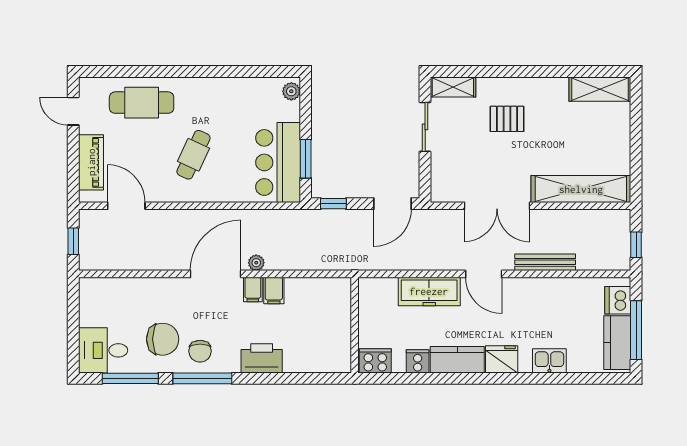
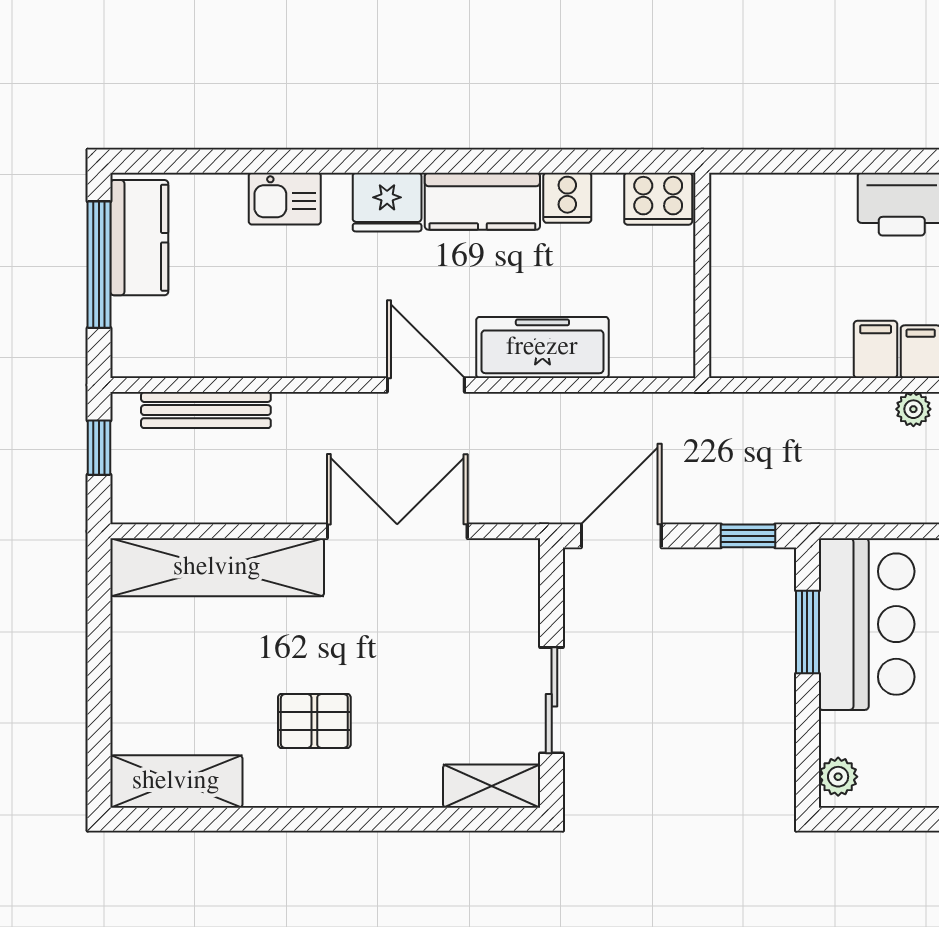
pallet: (507, 119) -> (314, 721), moved
bench: (545, 262) -> (206, 410), moved
dishwasher: (618, 300) -> (138, 329), removed

